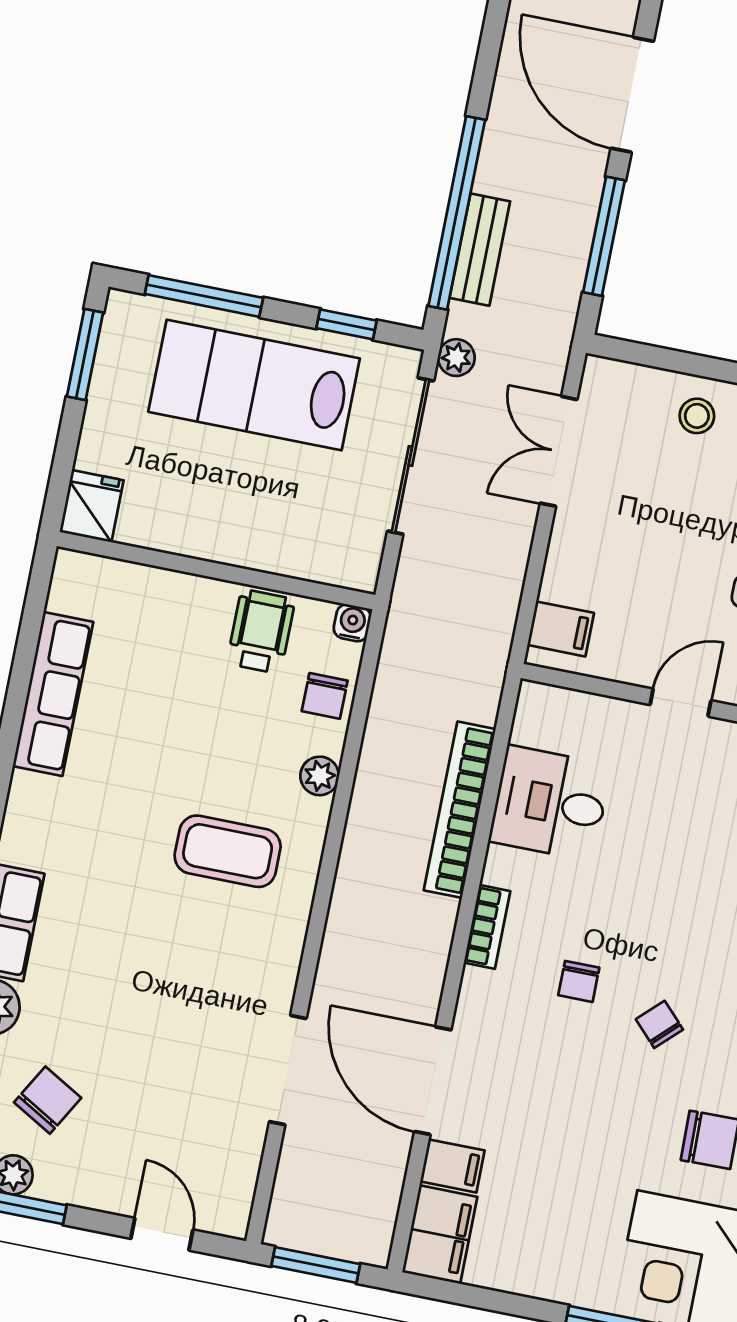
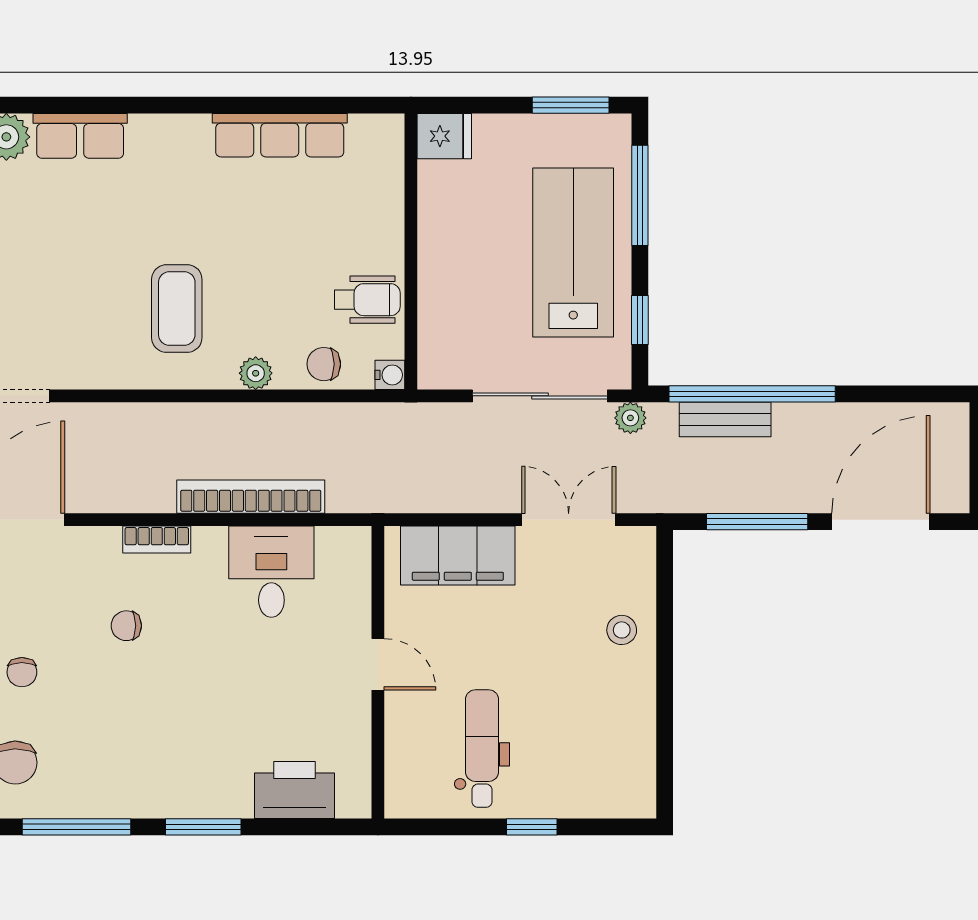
filing cabinet: (561, 629) -> (458, 555), width x3.00, depth x1.17
chair: (659, 1024) -> (22, 672), moved, turned 134

